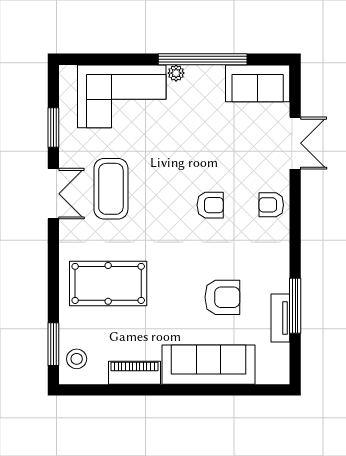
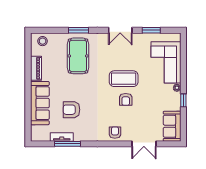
window: (203, 59) -> (183, 100), width x0.32
coffee table: (111, 189) -> (124, 79), moved
armchair: (210, 205) -> (126, 99), moved
armchair: (222, 297) -> (71, 110), turned 90
window: (53, 344) -> (78, 30), moved

